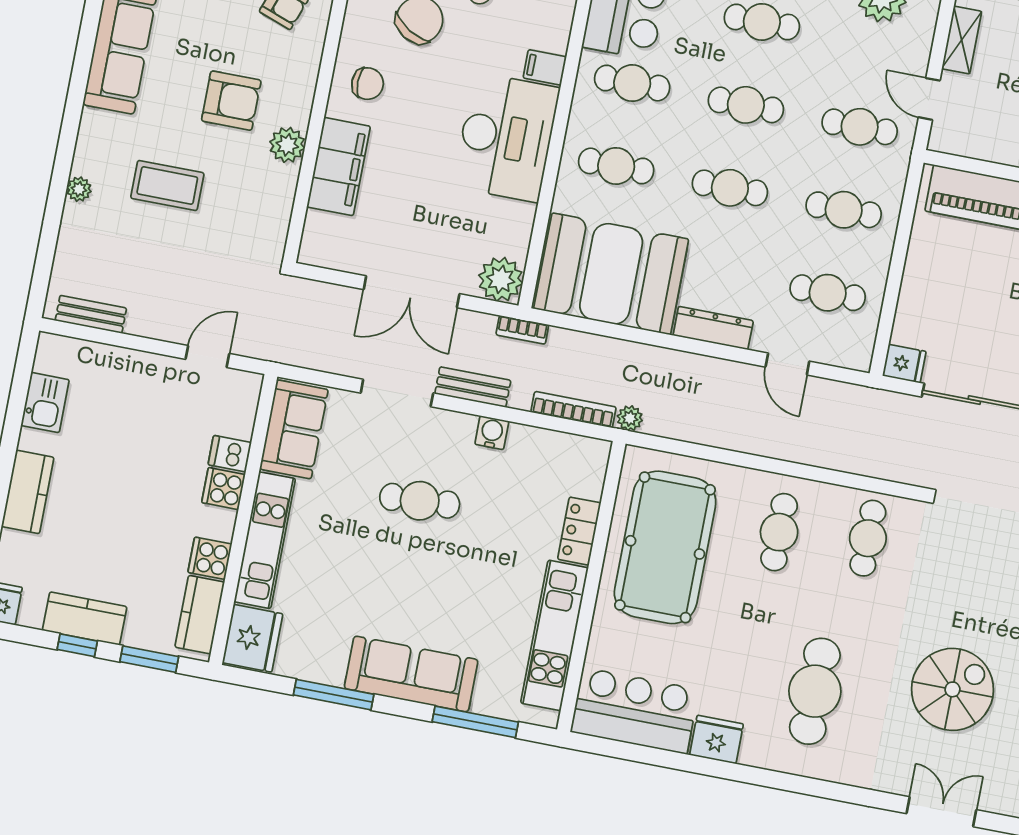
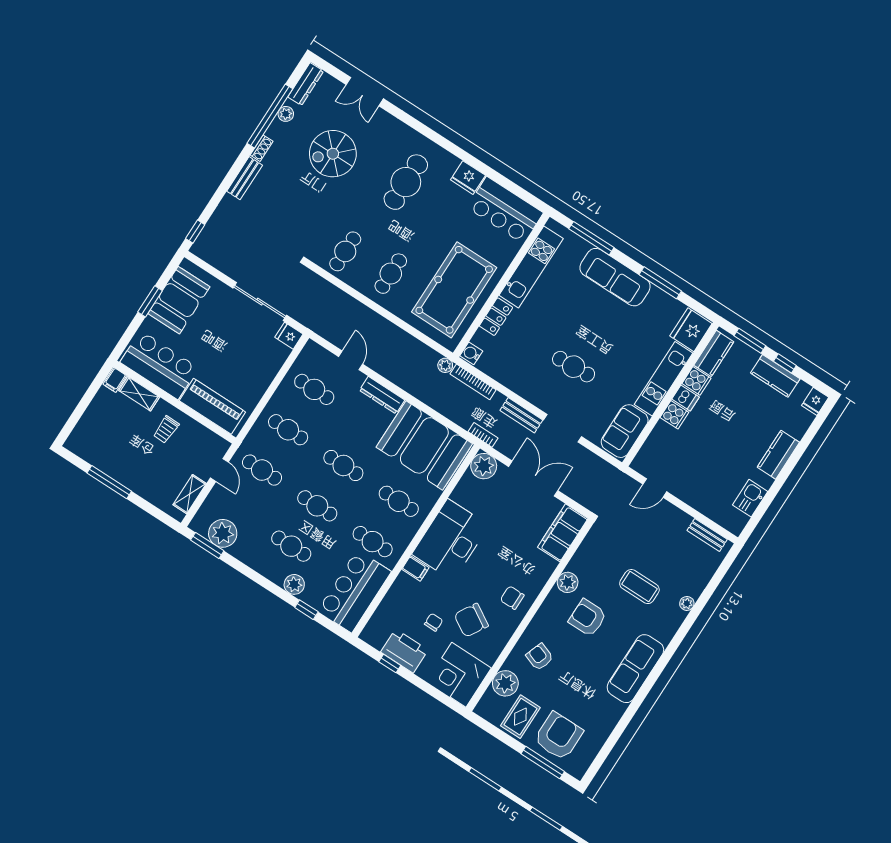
filing cabinet: (339, 167) -> (563, 533), moved
water cooler: (492, 433) -> (471, 353), moved, turned 90
dishwasher: (230, 454) -> (686, 398), moved

